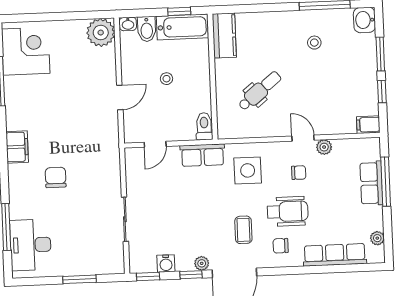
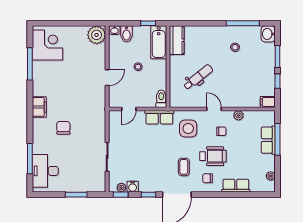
bathtub: (182, 27) -> (159, 42), moved, turned 90
door: (303, 138) -> (214, 109), moved
row of seats: (335, 255) -> (236, 186), width x0.68
plant: (202, 263) -> (121, 188), moved

